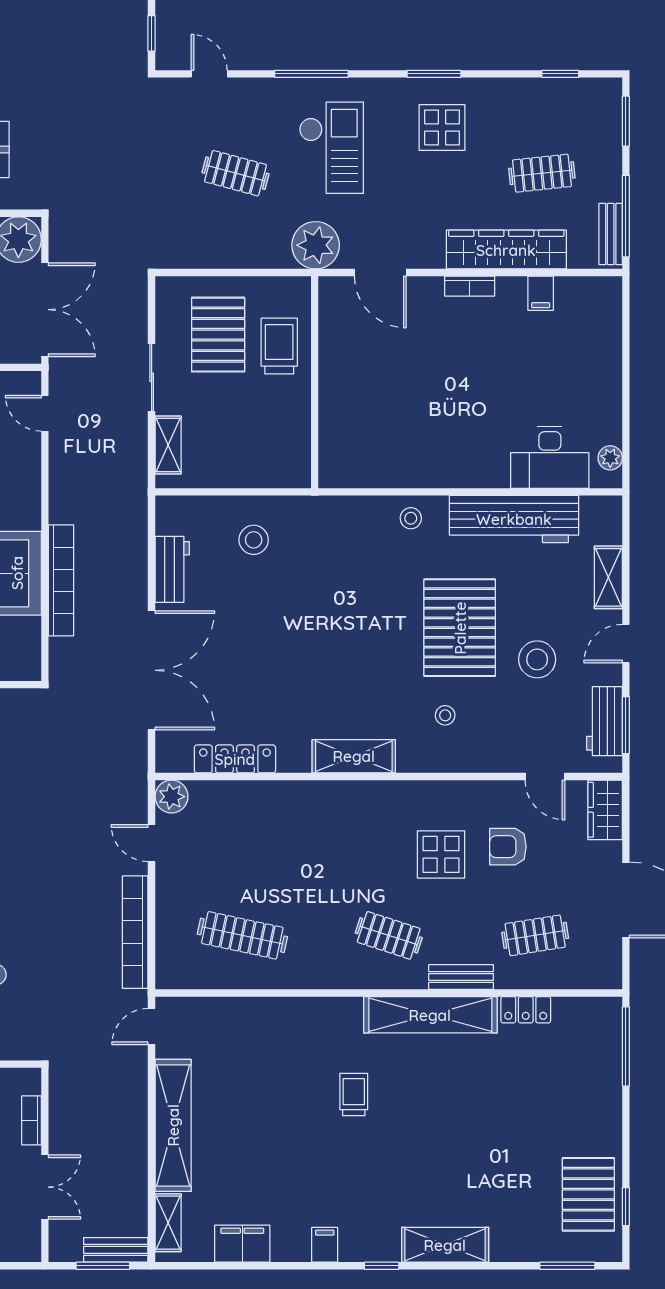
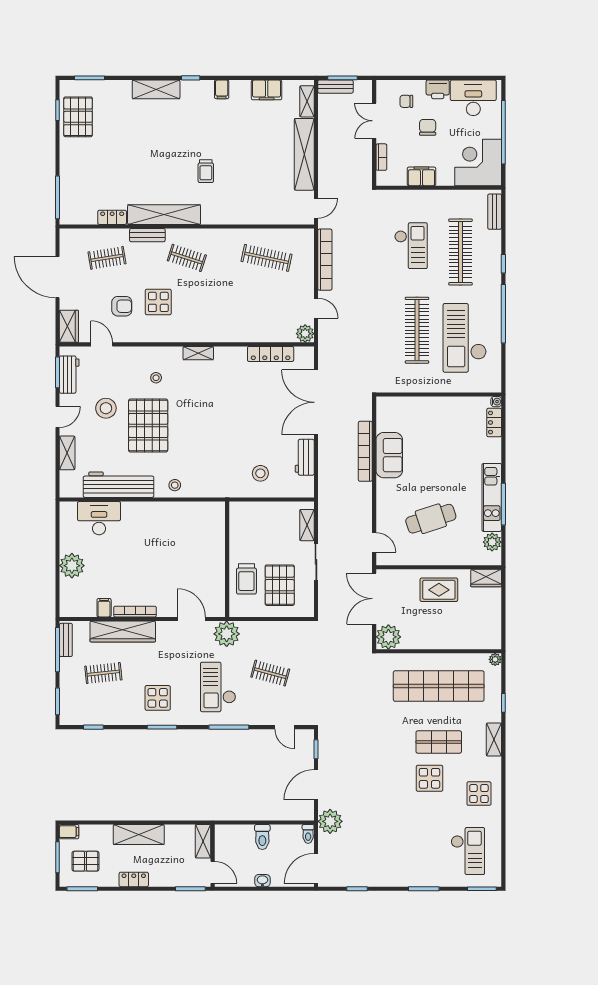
bookcase: (470, 286) -> (135, 612), width x1.56
plant: (610, 458) -> (72, 566), moved, width x1.88, depth x1.88
shelving: (354, 756) -> (198, 353), width x0.67, depth x0.75

